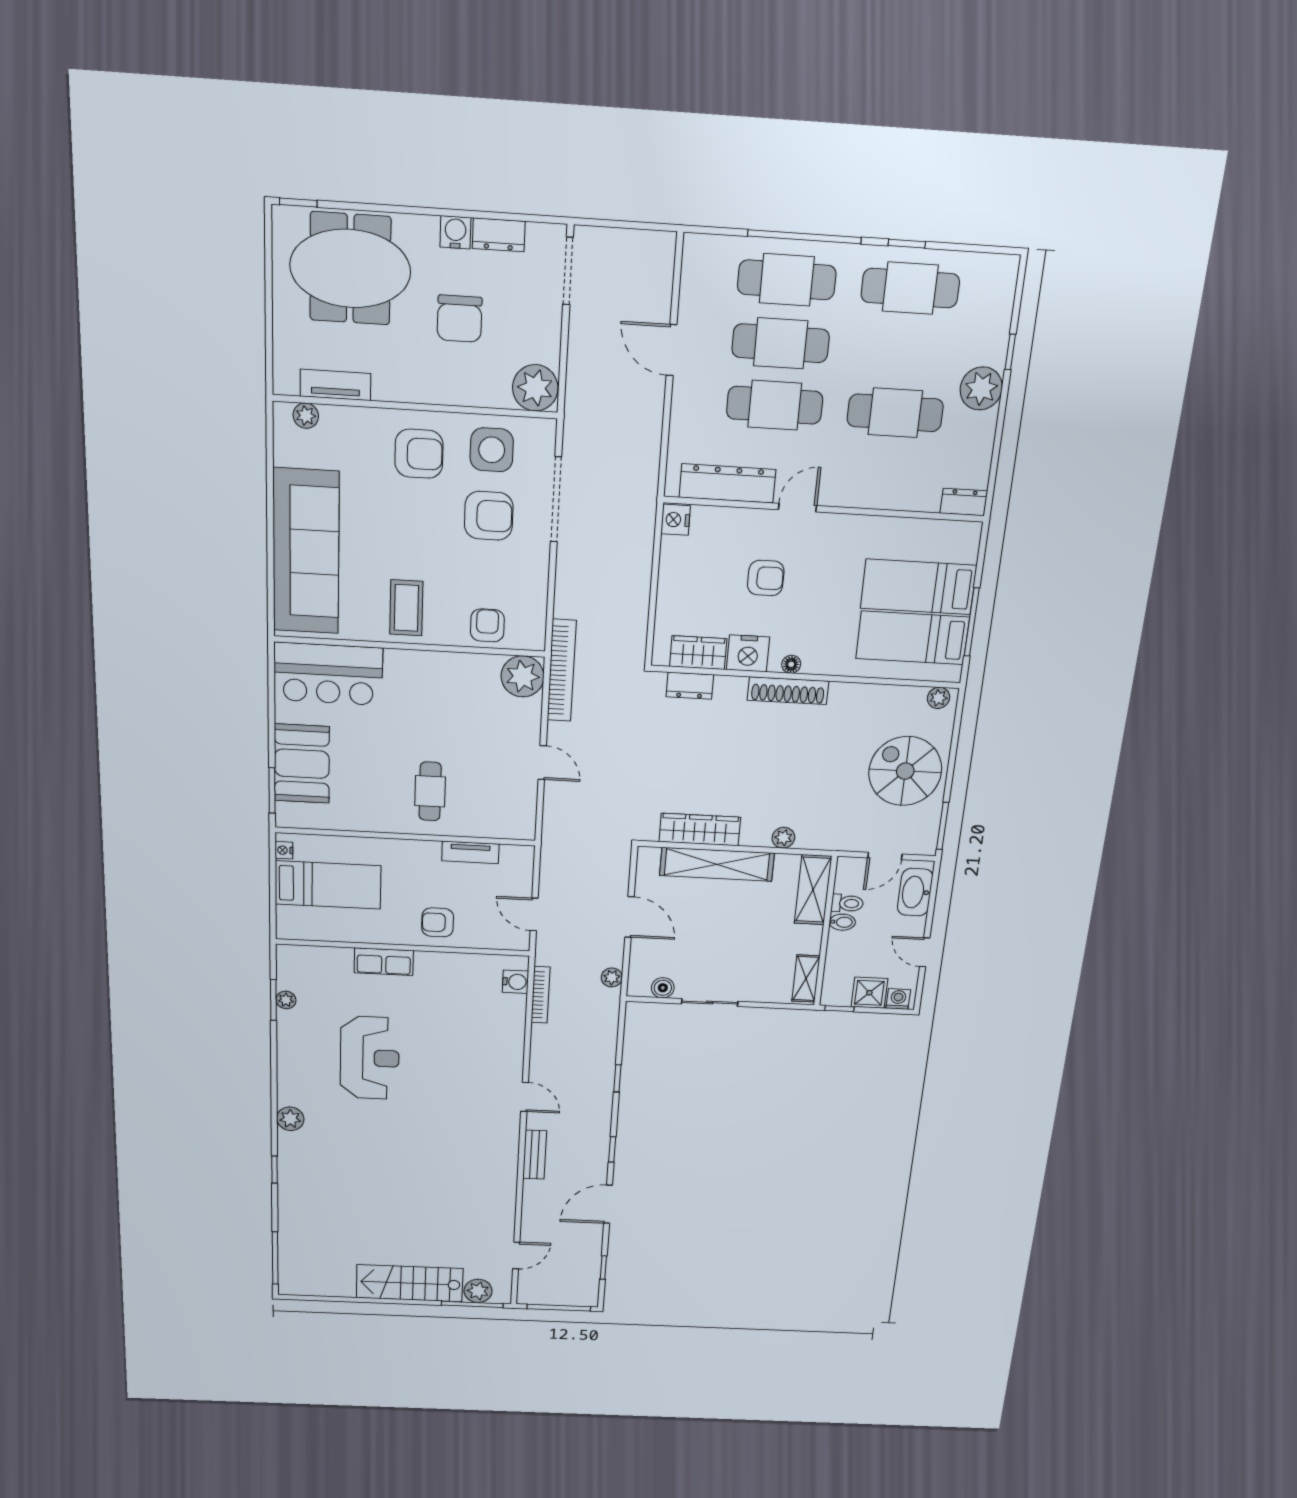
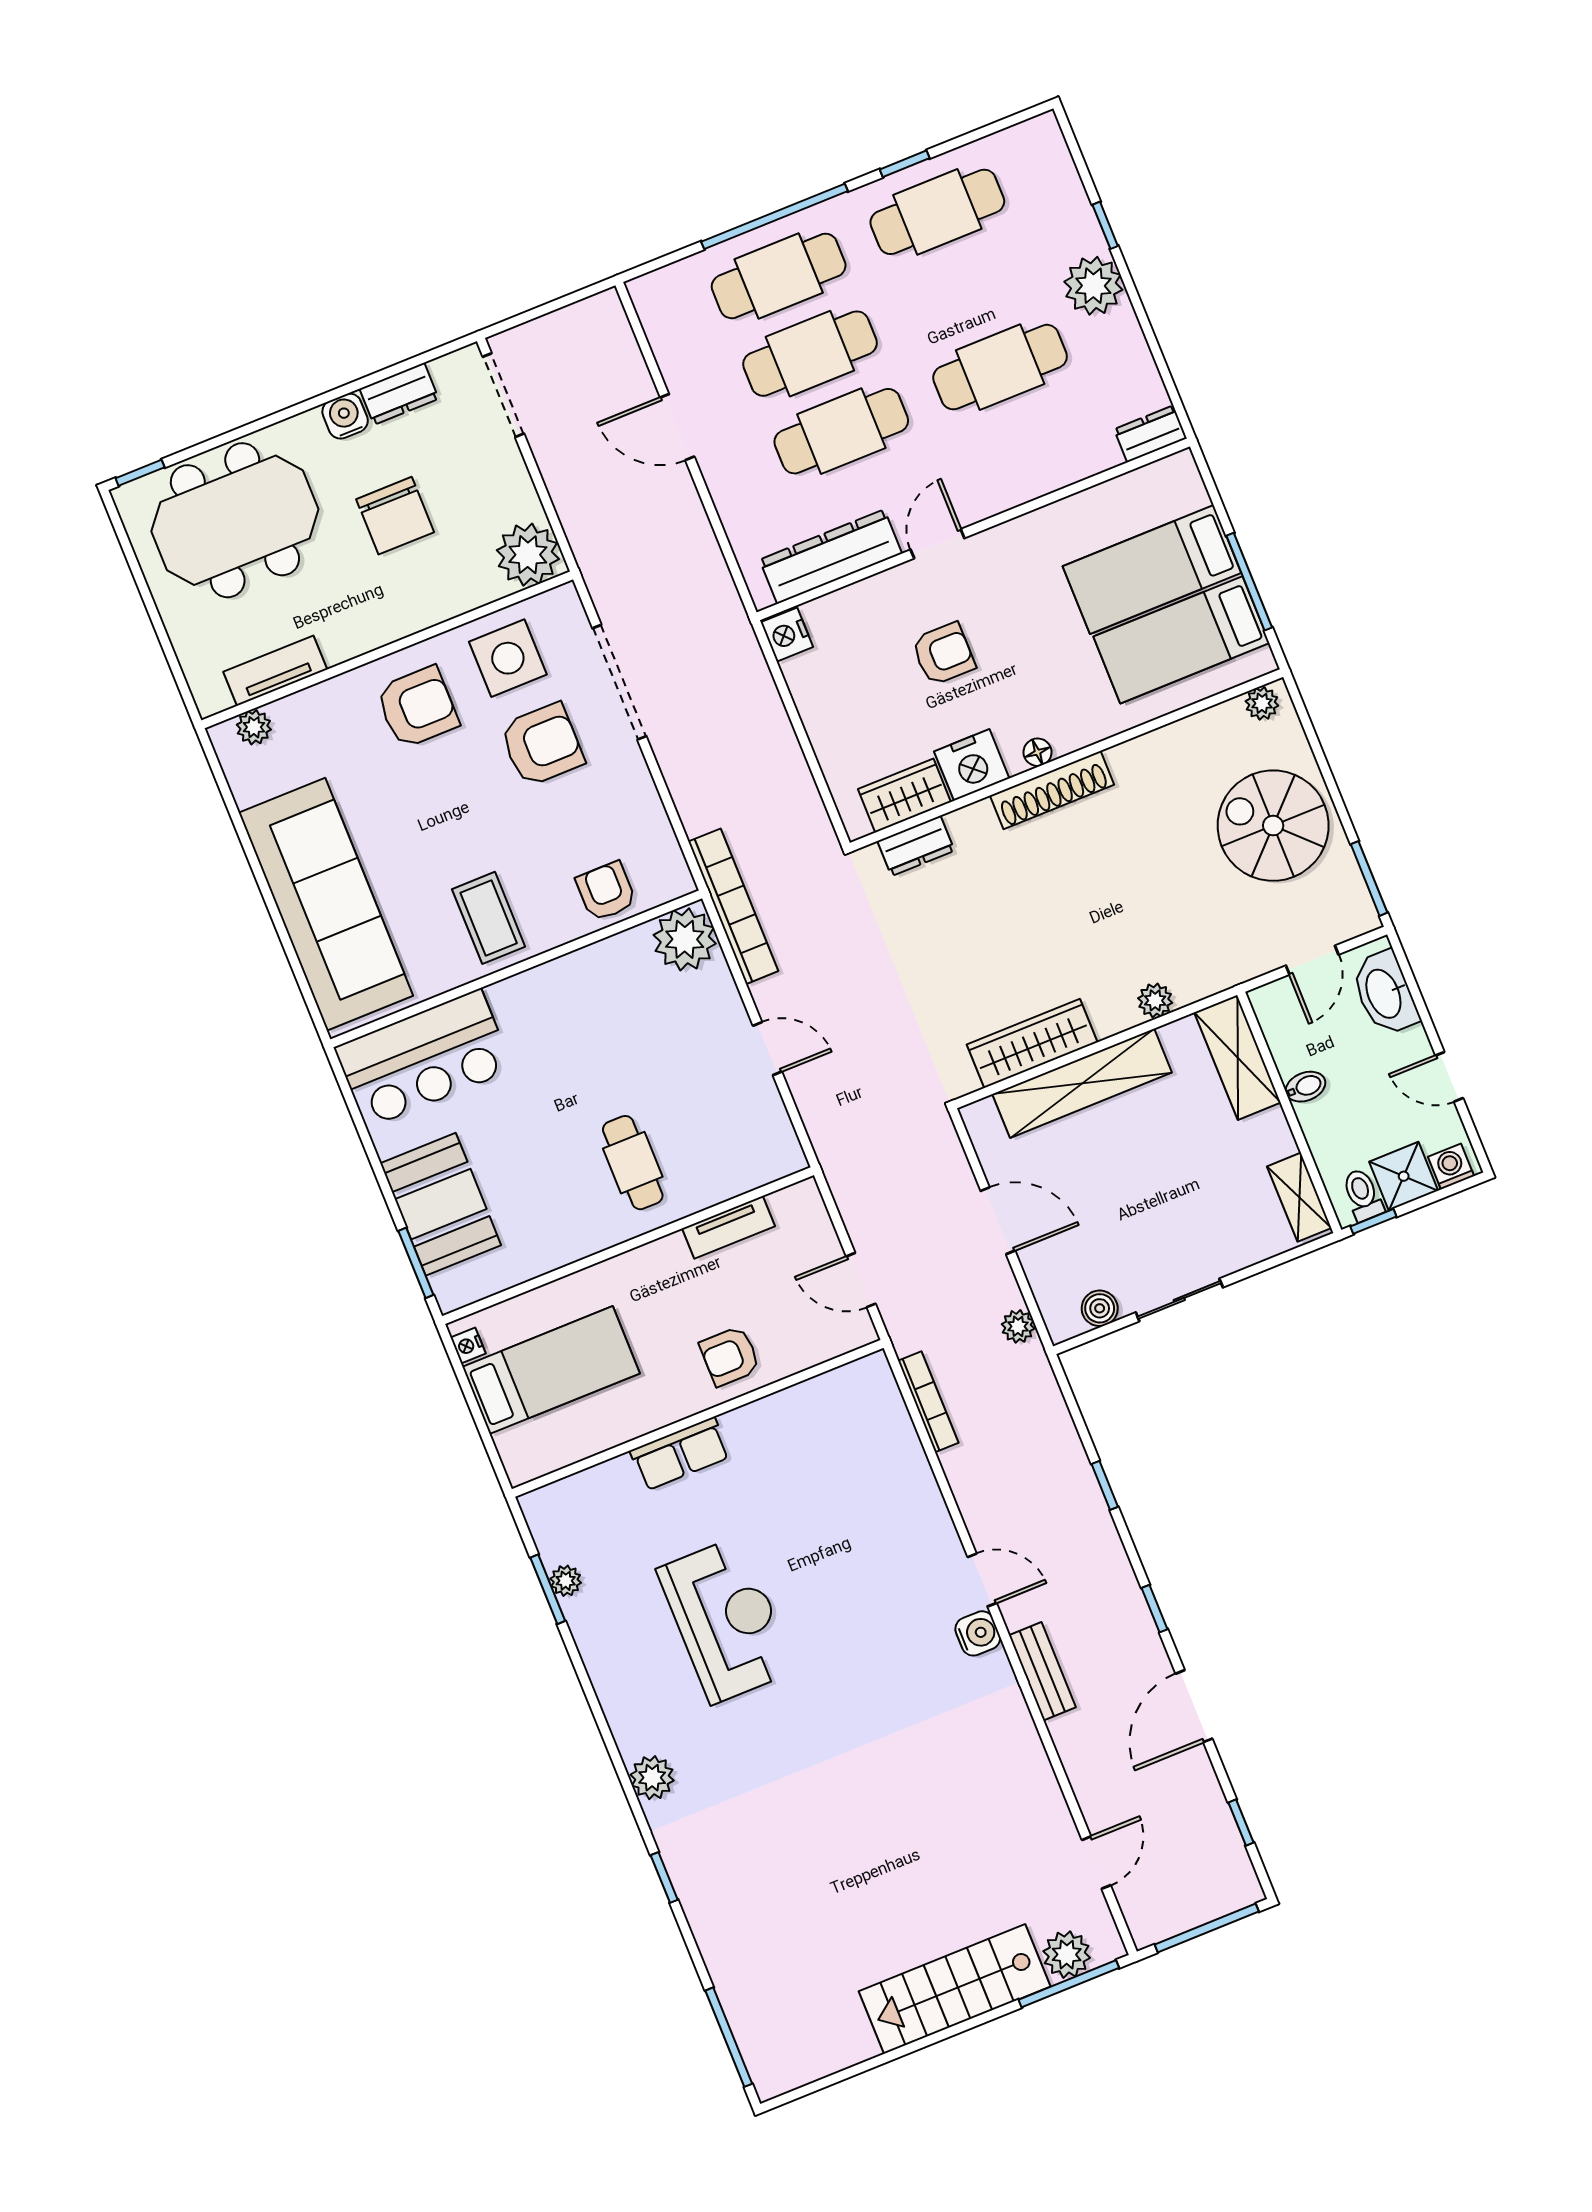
toilet: (847, 903) -> (1363, 1195), moved, turned -90
water cooler: (515, 982) -> (978, 1633), moved

